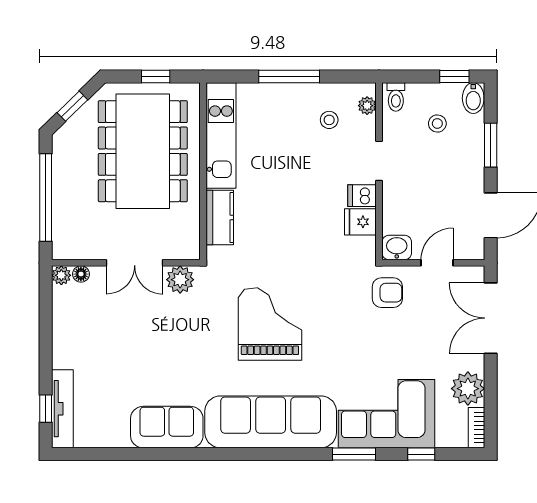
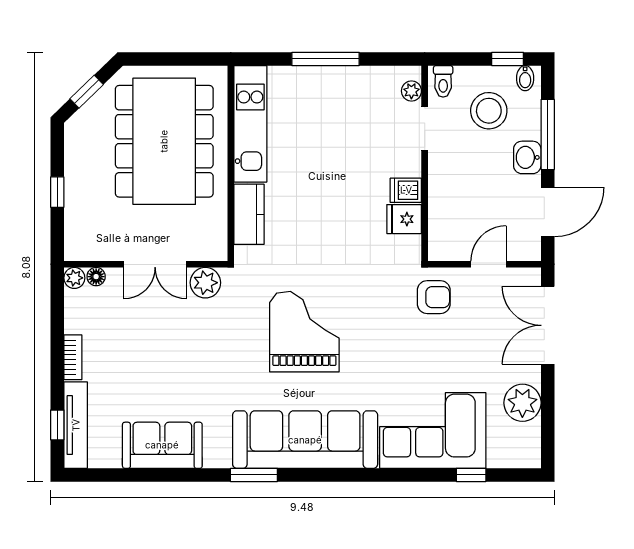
window: (156, 77) -> (178, 59), removed
bidet: (473, 98) -> (525, 78), width x0.72, depth x0.74
stool: (329, 120) -> (370, 107), removed
stool: (437, 123) -> (489, 111), width x1.89, depth x1.89
window: (491, 145) -> (548, 134), width x1.44
doorway: (379, 161) -> (425, 129), moved
window: (46, 197) -> (57, 192), width x0.32
washbasin: (397, 247) -> (527, 157), moved, turned -90
sofa: (167, 427) -> (162, 445), moved
bookcase: (477, 428) -> (73, 357), moved, turned 180
window: (354, 454) -> (254, 475), moved

